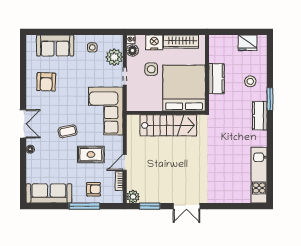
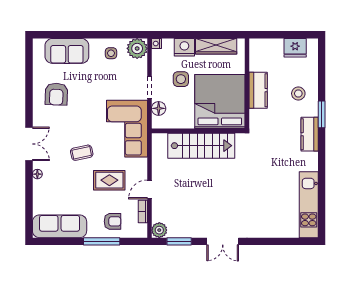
floor lamp: (132, 50) -> (159, 108), moved
plant: (114, 57) -> (137, 48), moved

